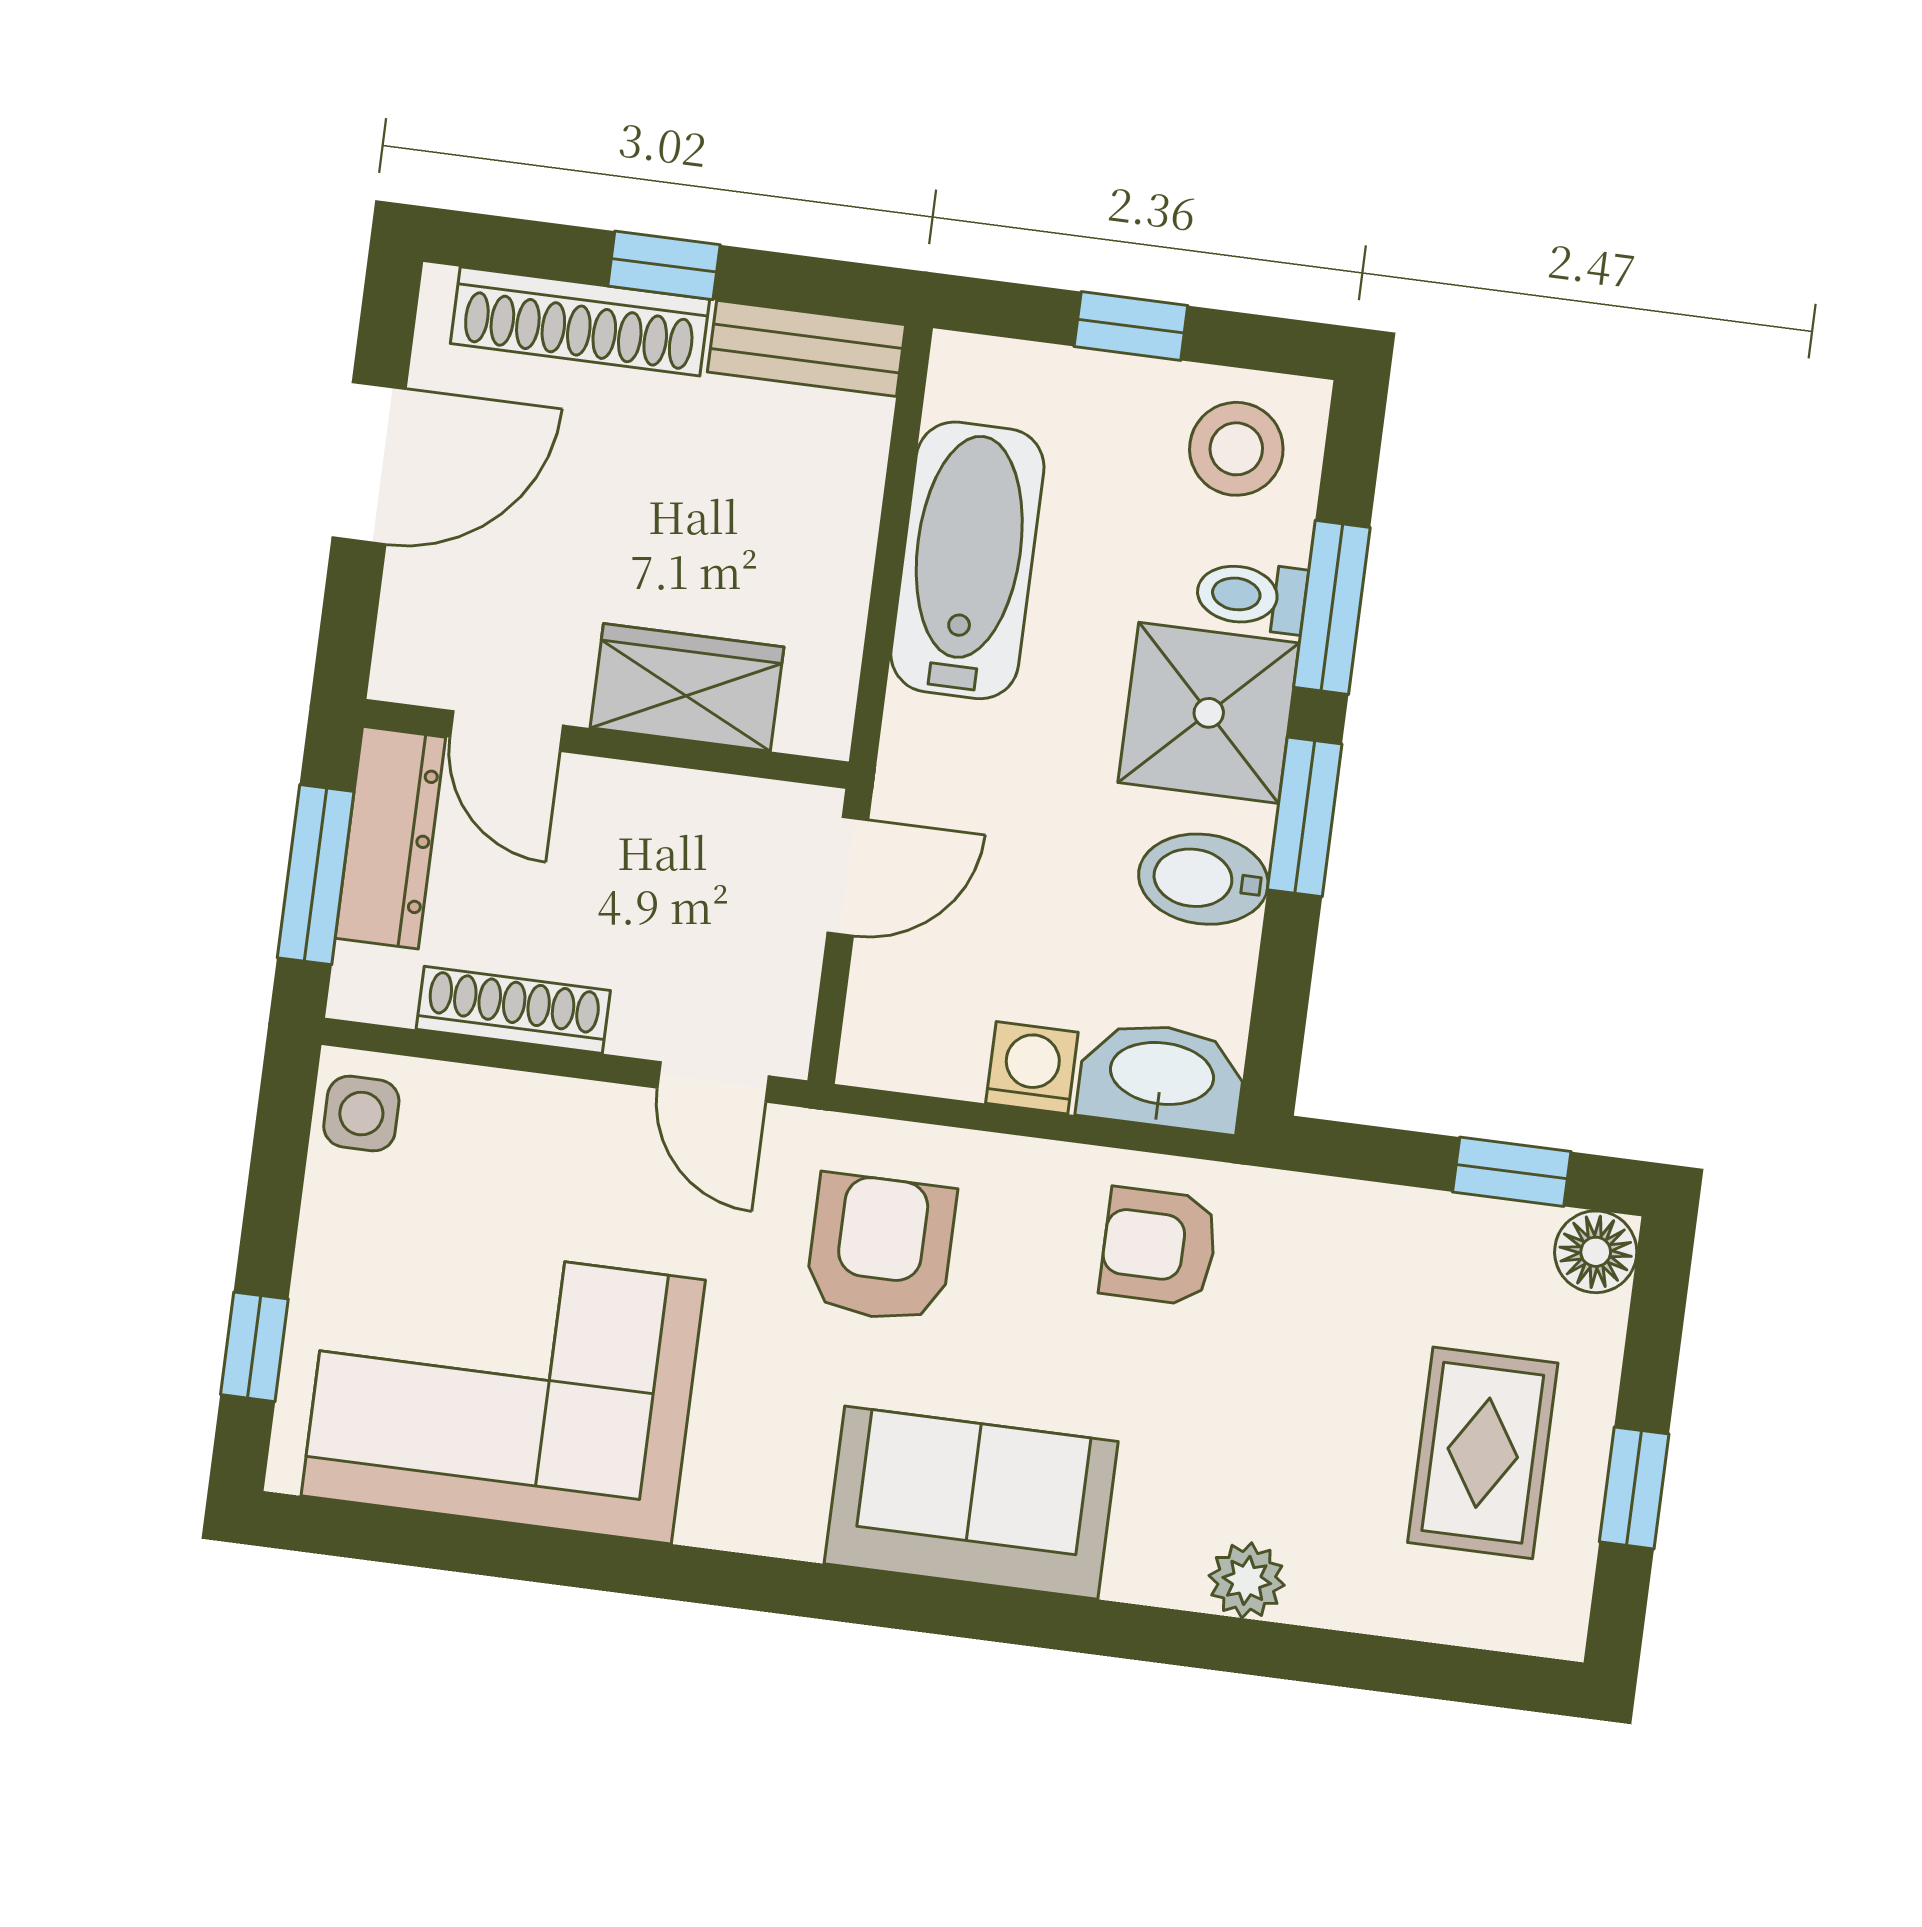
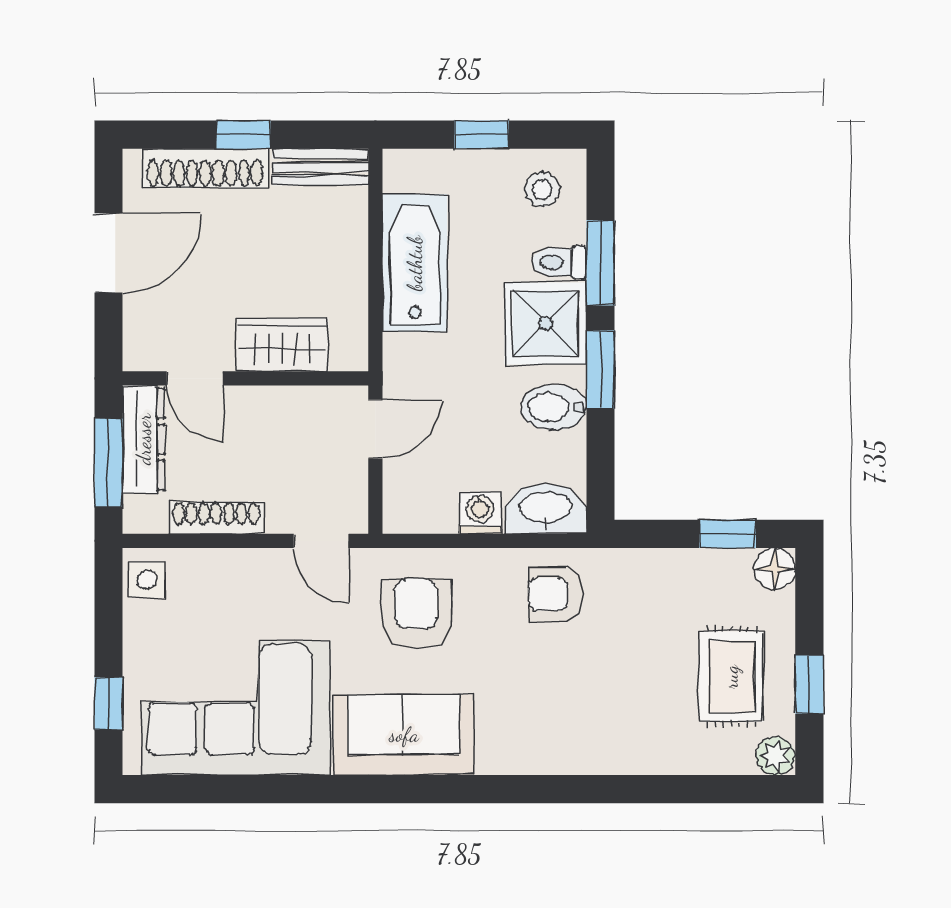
stool: (1236, 449) -> (542, 189), width x0.73, depth x0.73
sofa: (971, 1503) -> (404, 735), moved
plant: (1247, 1580) -> (776, 756), moved

